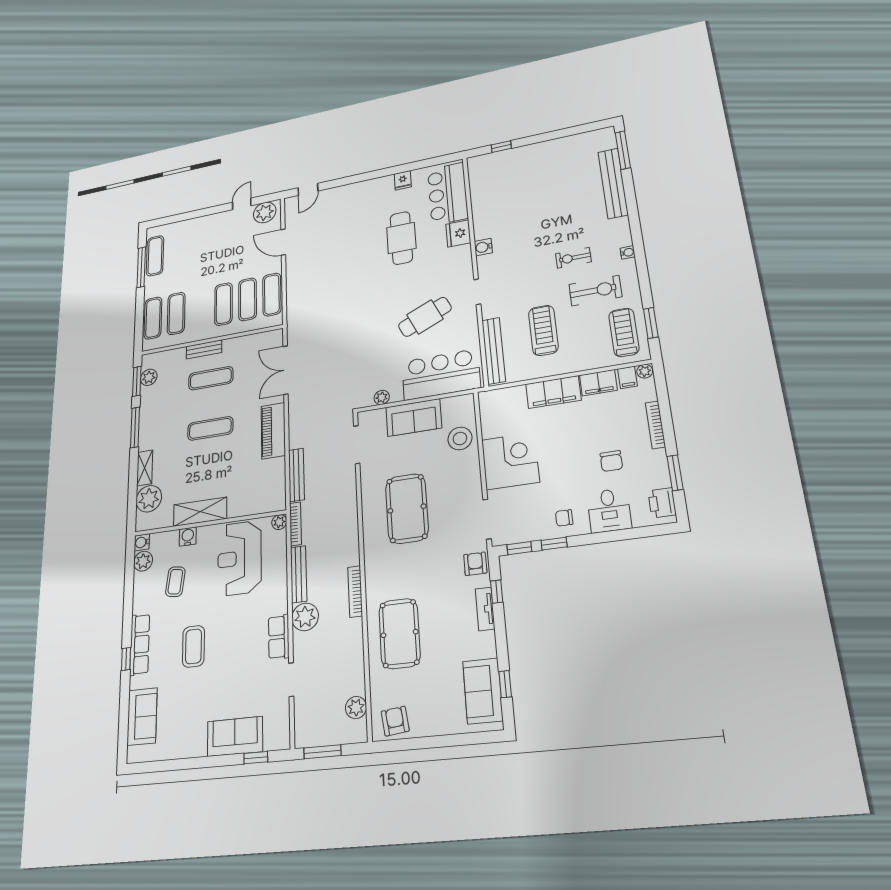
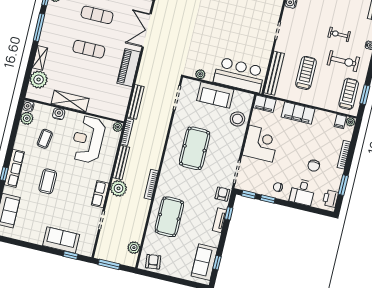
cafe table: (425, 317) -> (242, 33), removed
filing cabinet: (598, 383) -> (265, 104), moved

